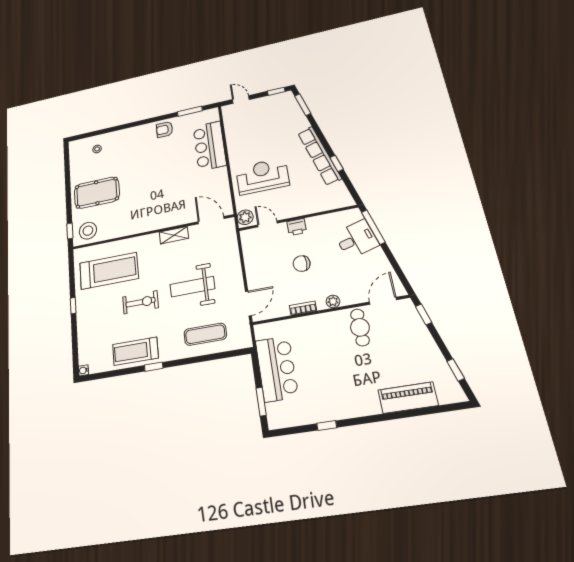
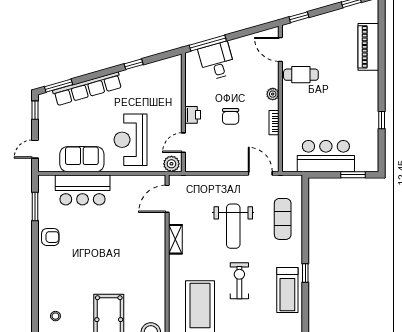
armchair: (165, 129) -> (50, 237), turned -90
sofa: (238, 139) -> (82, 159), added
row of seats: (319, 156) -> (87, 89), moved

